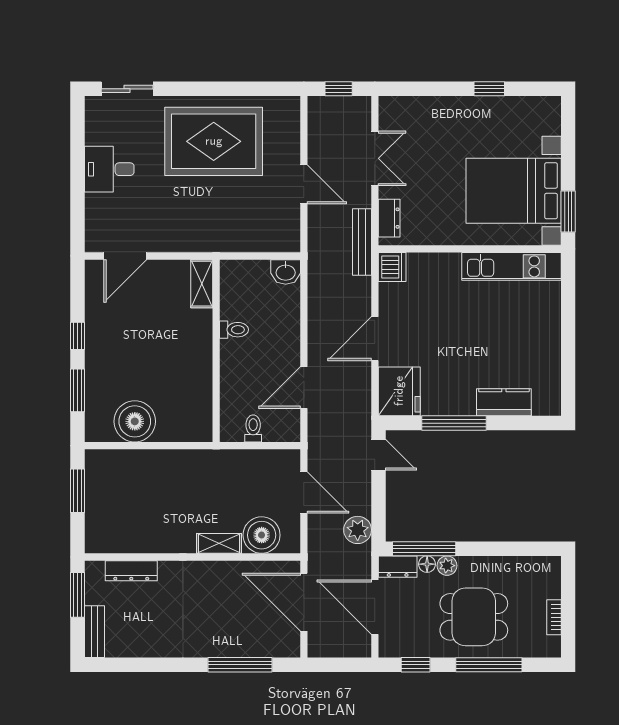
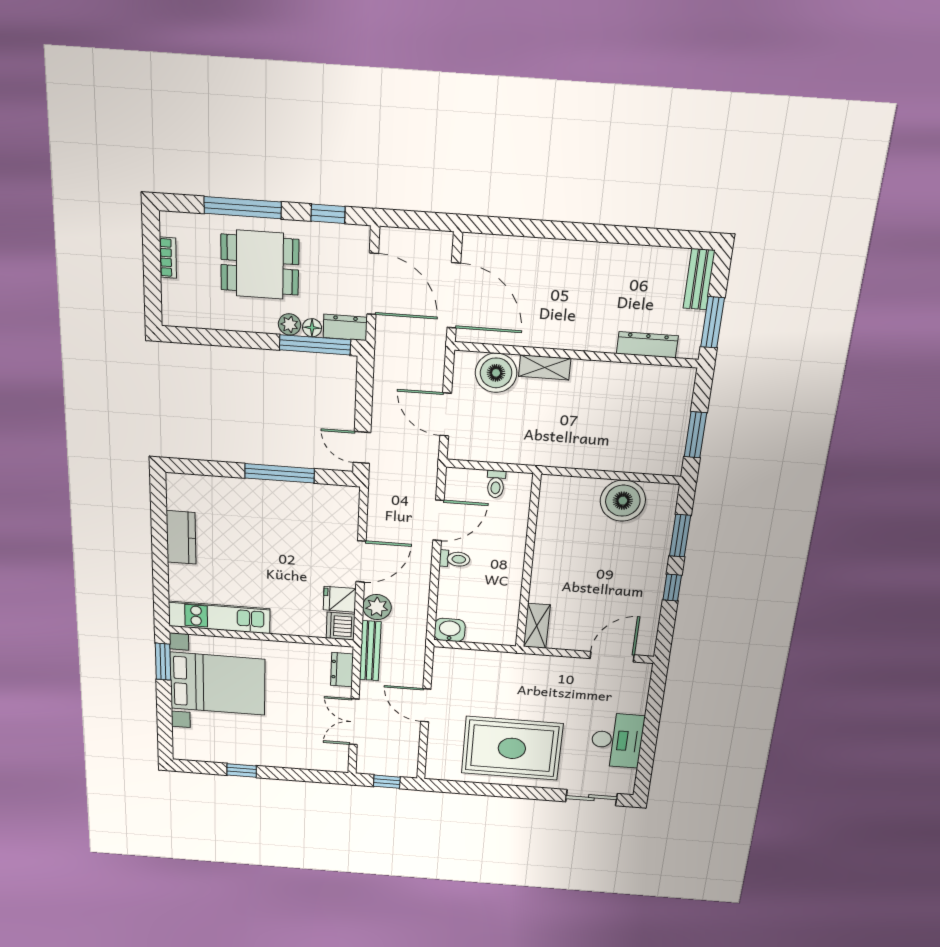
desk: (109, 169) -> (617, 740), width x1.37
toilet: (234, 330) -> (455, 559), moved, turned 180
fridge: (399, 391) -> (340, 599), moved, width x0.53, depth x0.75
kitchen counter: (504, 402) -> (181, 537), moved, turned -90
plant: (358, 530) -> (377, 607), moved
window: (240, 665) -> (534, 228), removed

